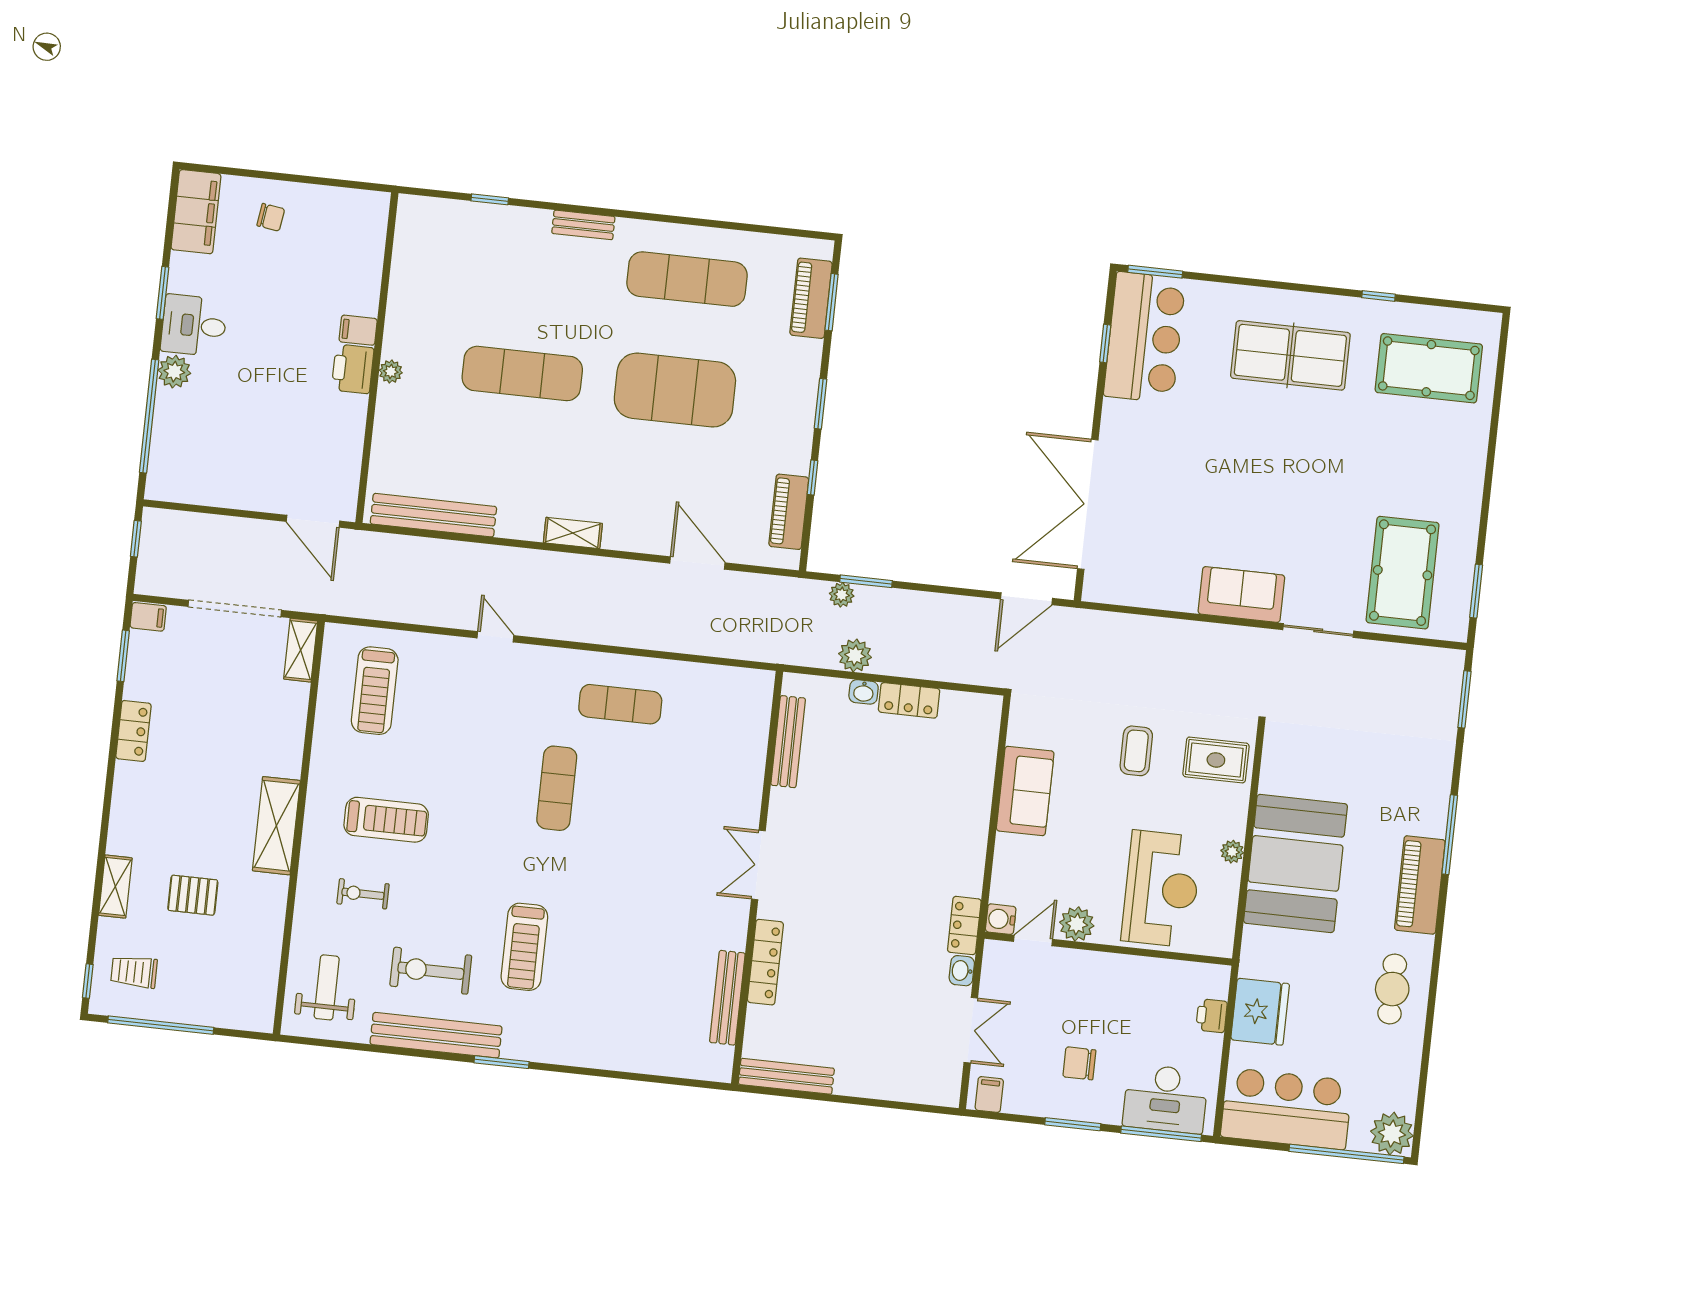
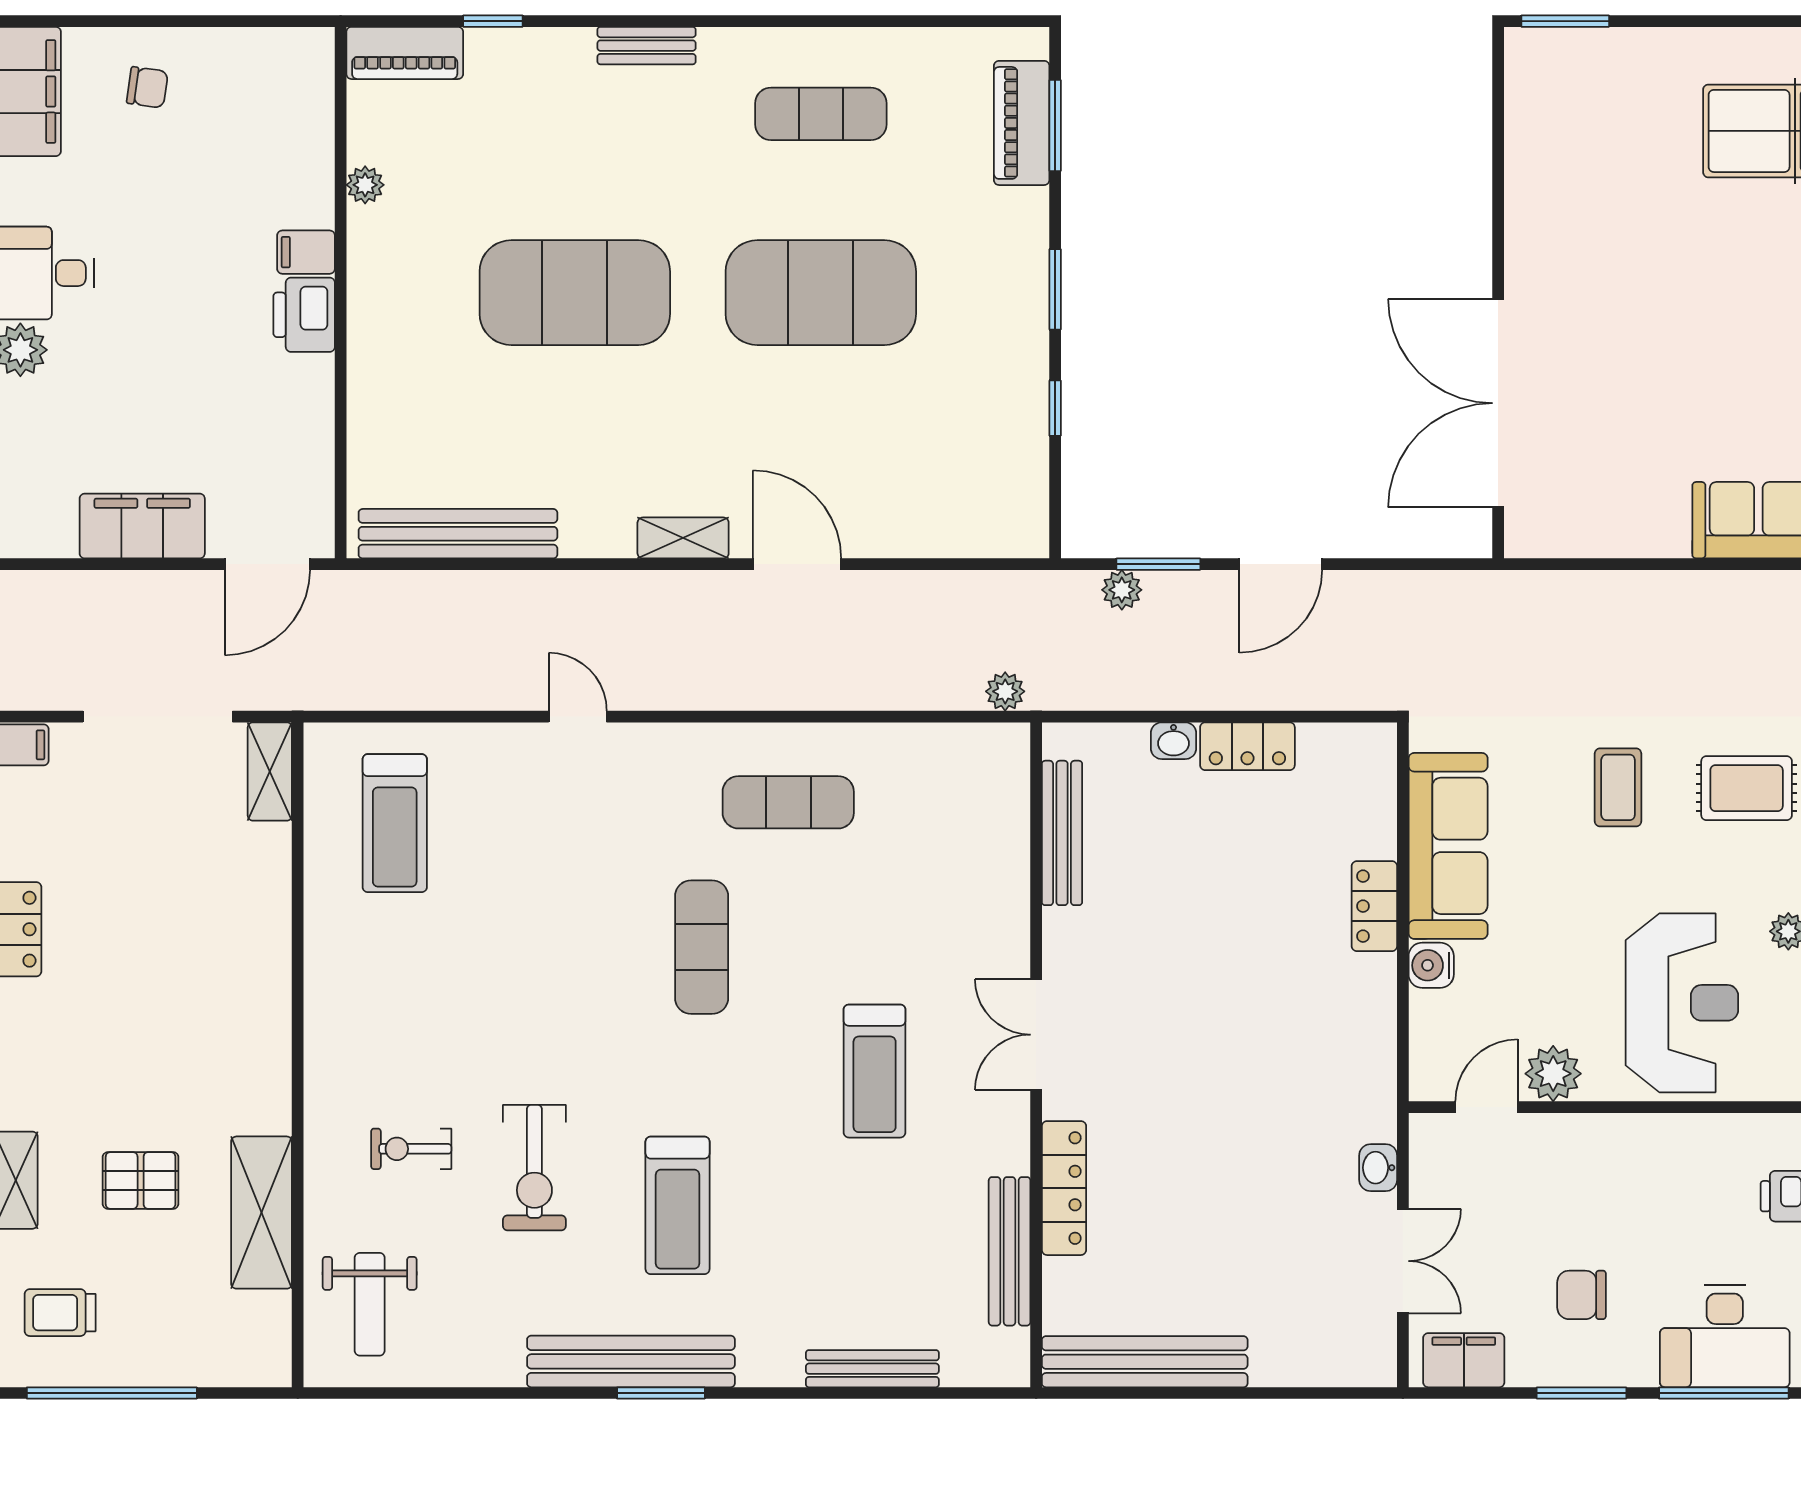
exercise mat: (687, 279) -> (821, 114), width x0.73, depth x0.69
bar counter: (1145, 337) -> (1560, 127), removed
window: (1105, 344) -> (1498, 144), removed
plant: (391, 371) -> (365, 185), moved
exercise mat: (522, 373) -> (575, 293), width x1.47
filing cabinet: (238, 489) -> (142, 526), added
piano: (789, 512) -> (405, 53), moved, turned -90
door: (313, 521) -> (267, 564), hinge flipped
door: (697, 563) -> (797, 564), moved
door: (1027, 599) -> (1281, 564), moved
plant: (855, 655) -> (1005, 691), moved, width x0.73, depth x0.73
sofa: (1025, 791) -> (1448, 846), width x1.36
treadmill: (386, 820) -> (875, 1071), moved, turned 90
shelving: (276, 826) -> (262, 1213), moved
water cooler: (1001, 919) -> (1431, 965), moved
locker: (964, 926) -> (1374, 906), moved
exercise bike: (431, 971) -> (534, 1168), moved, turned -90
weight bench: (327, 987) -> (370, 1304), turned 180
bench: (436, 1035) -> (631, 1361), moved
bench: (634, 1061) -> (872, 1369), added
bench: (786, 1076) -> (1145, 1362), width x1.37, depth x1.21
filing cabinet: (989, 1095) -> (1464, 1360), width x2.00

